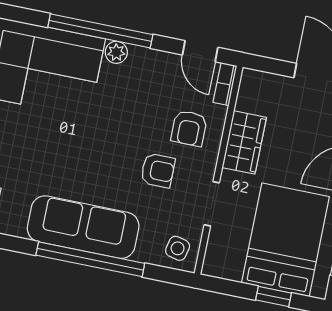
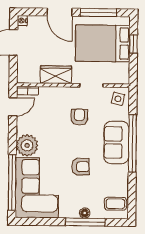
window: (100, 31) -> (12, 182), moved
plant: (116, 52) -> (27, 145), width x1.88, depth x1.88
armchair: (189, 128) -> (80, 167), moved
sofa: (83, 227) -> (116, 143), width x0.73

